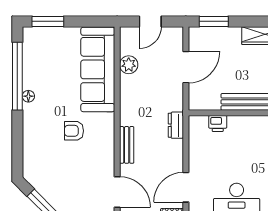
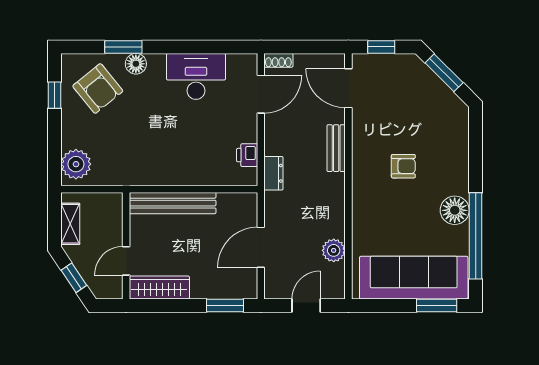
sofa: (98, 69) -> (414, 278), moved, turned -90
floor lamp: (28, 96) -> (455, 210), width x1.89, depth x1.89
printer: (218, 123) -> (247, 155), moved, turned -90

